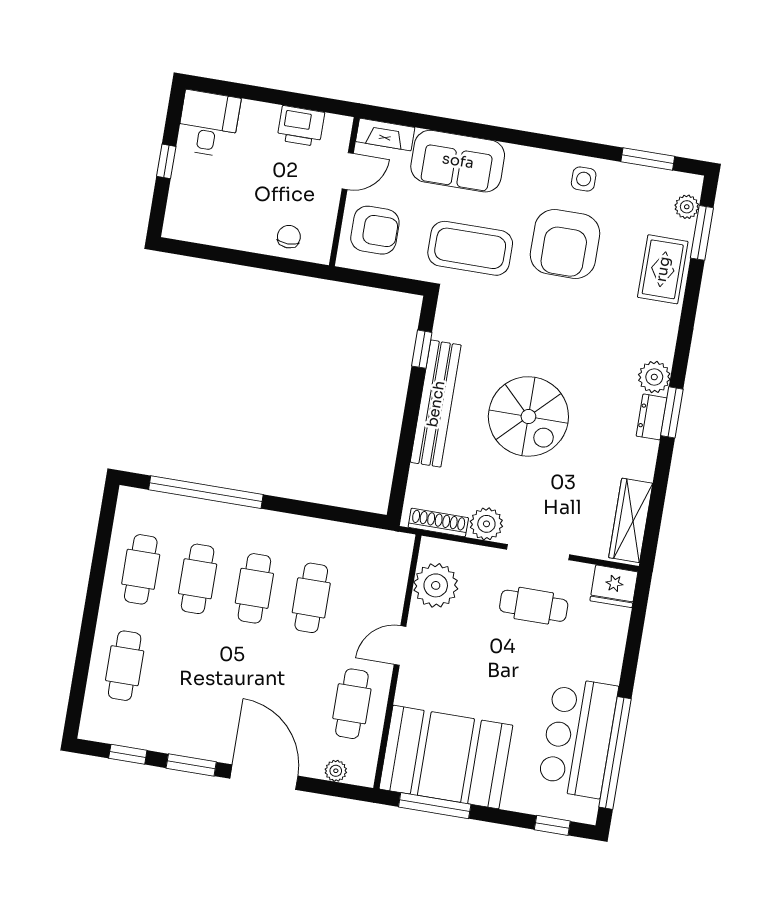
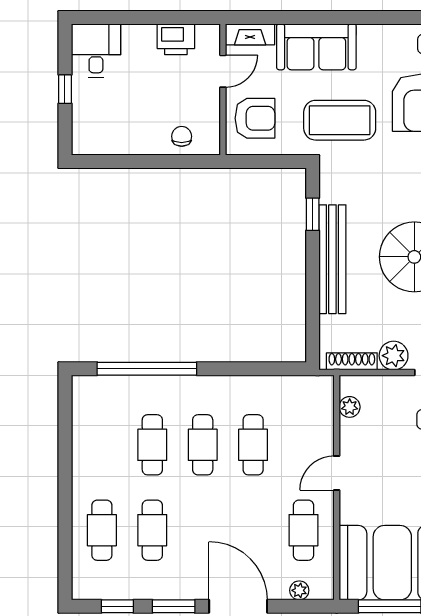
cafe table: (141, 569) -> (152, 530), moved
plant: (436, 585) -> (350, 407), width x0.53, depth x0.53

